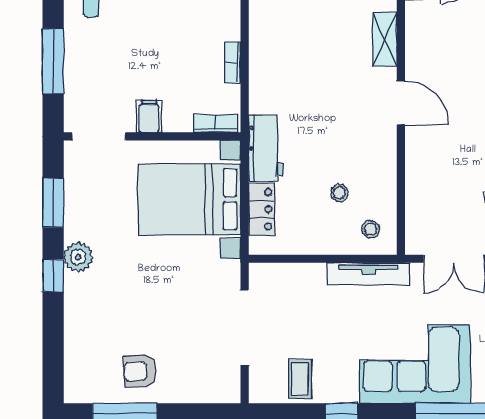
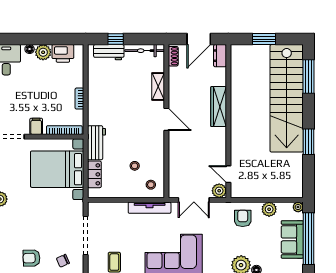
bookcase: (216, 124) -> (64, 130), width x1.56
chair: (201, 376) -> (63, 261), added

